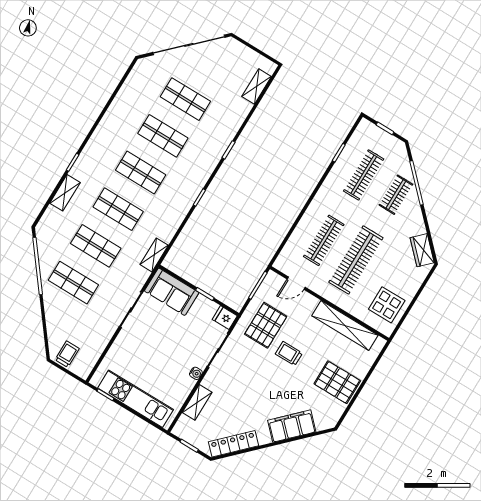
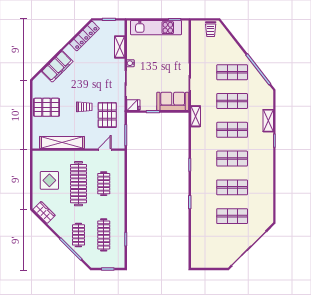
shelving: (257, 87) -> (196, 248), removed
clothes rail: (324, 240) -> (104, 184), width x0.73
display table: (387, 305) -> (49, 180), moved

